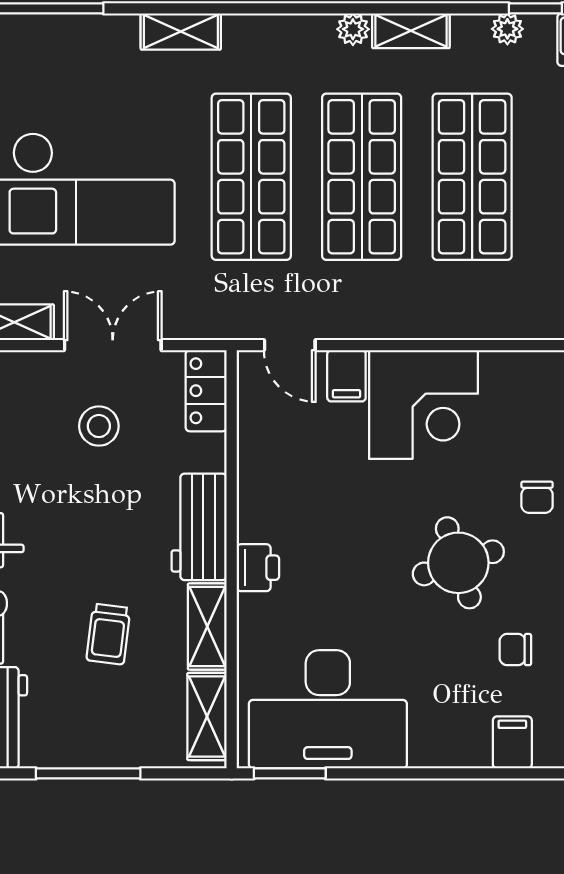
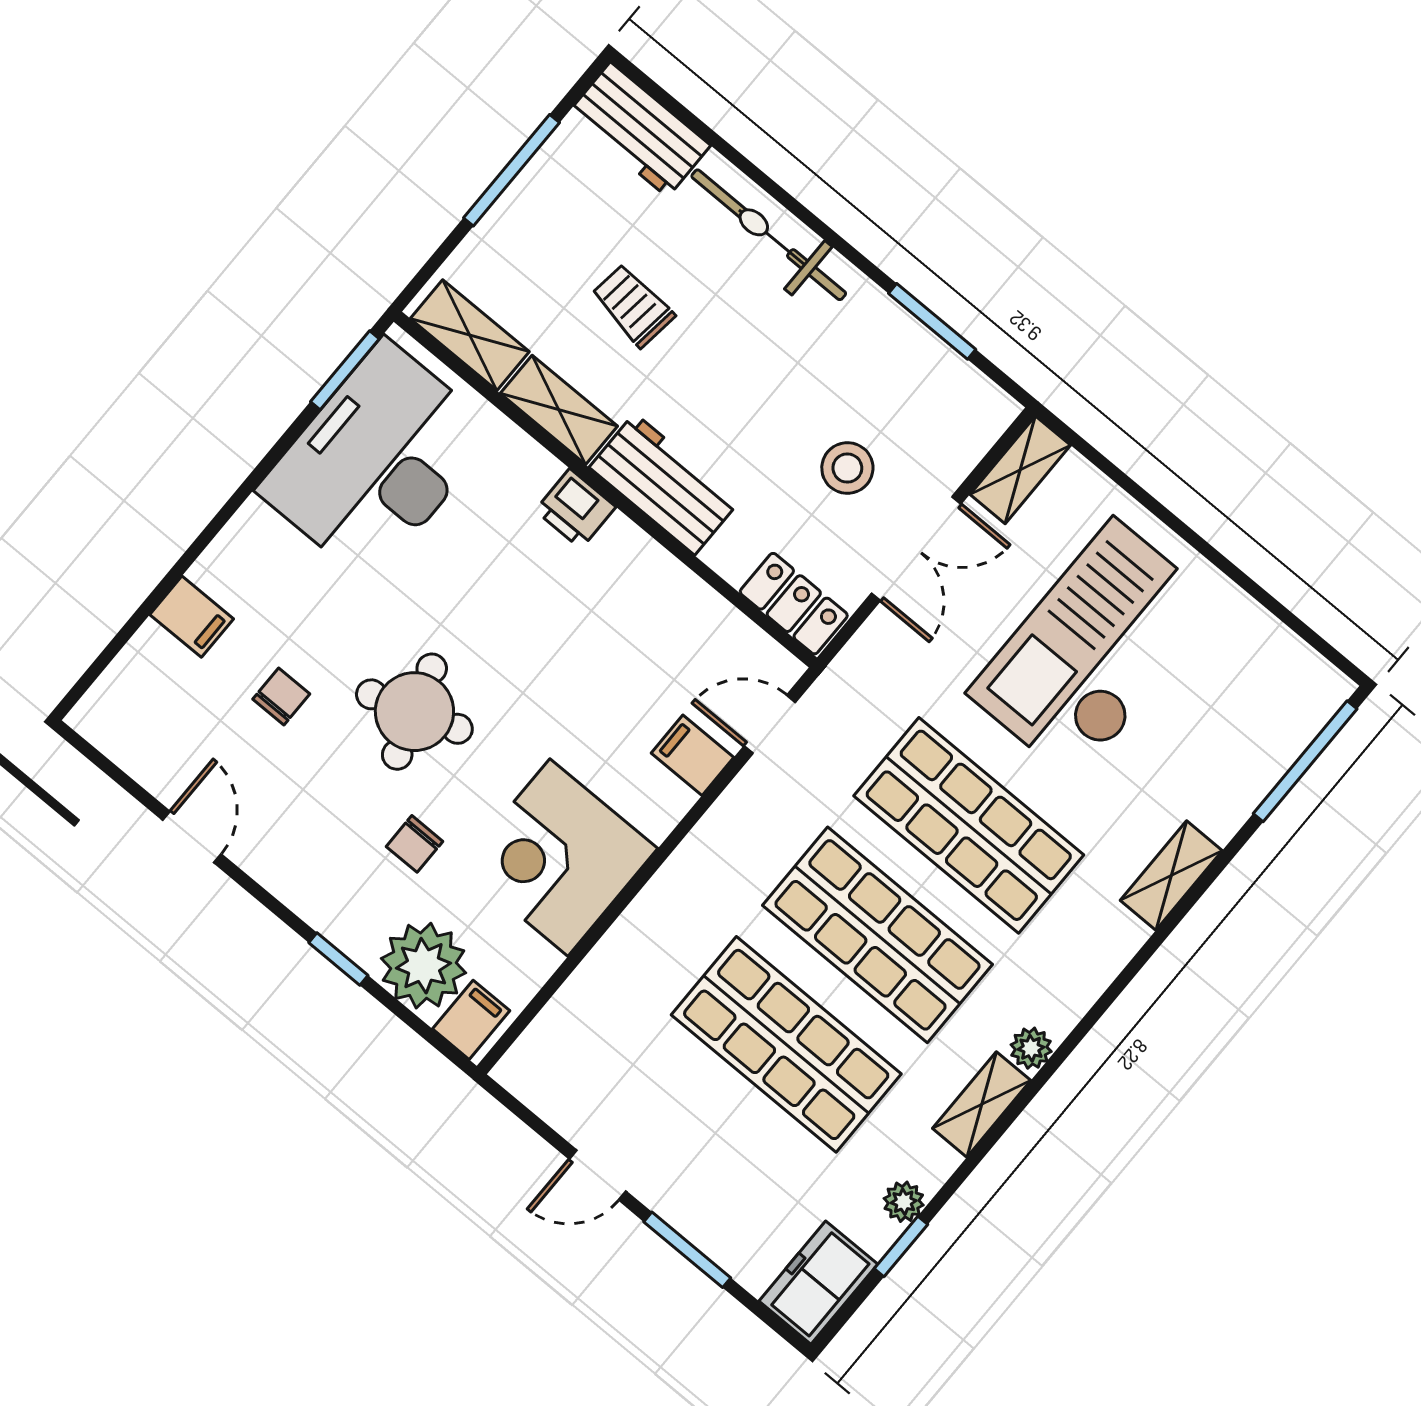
corner desk: (423, 405) -> (559, 858), moved
chair: (537, 497) -> (414, 844), turned -90

